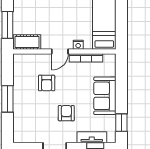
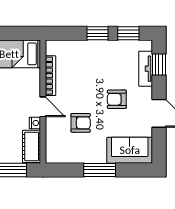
nightstand: (78, 45) -> (35, 123), moved
sofa: (105, 96) -> (130, 150), moved, turned 180
window: (121, 97) -> (98, 33), added

